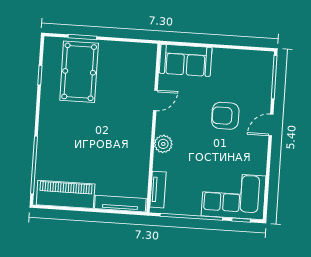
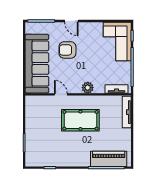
sofa: (186, 60) -> (37, 64), width x1.85, depth x1.27
pool table: (79, 72) -> (80, 120), moved
armchair: (225, 116) -> (67, 50), turned 90
piano: (66, 194) -> (109, 159), moved, turned 90

